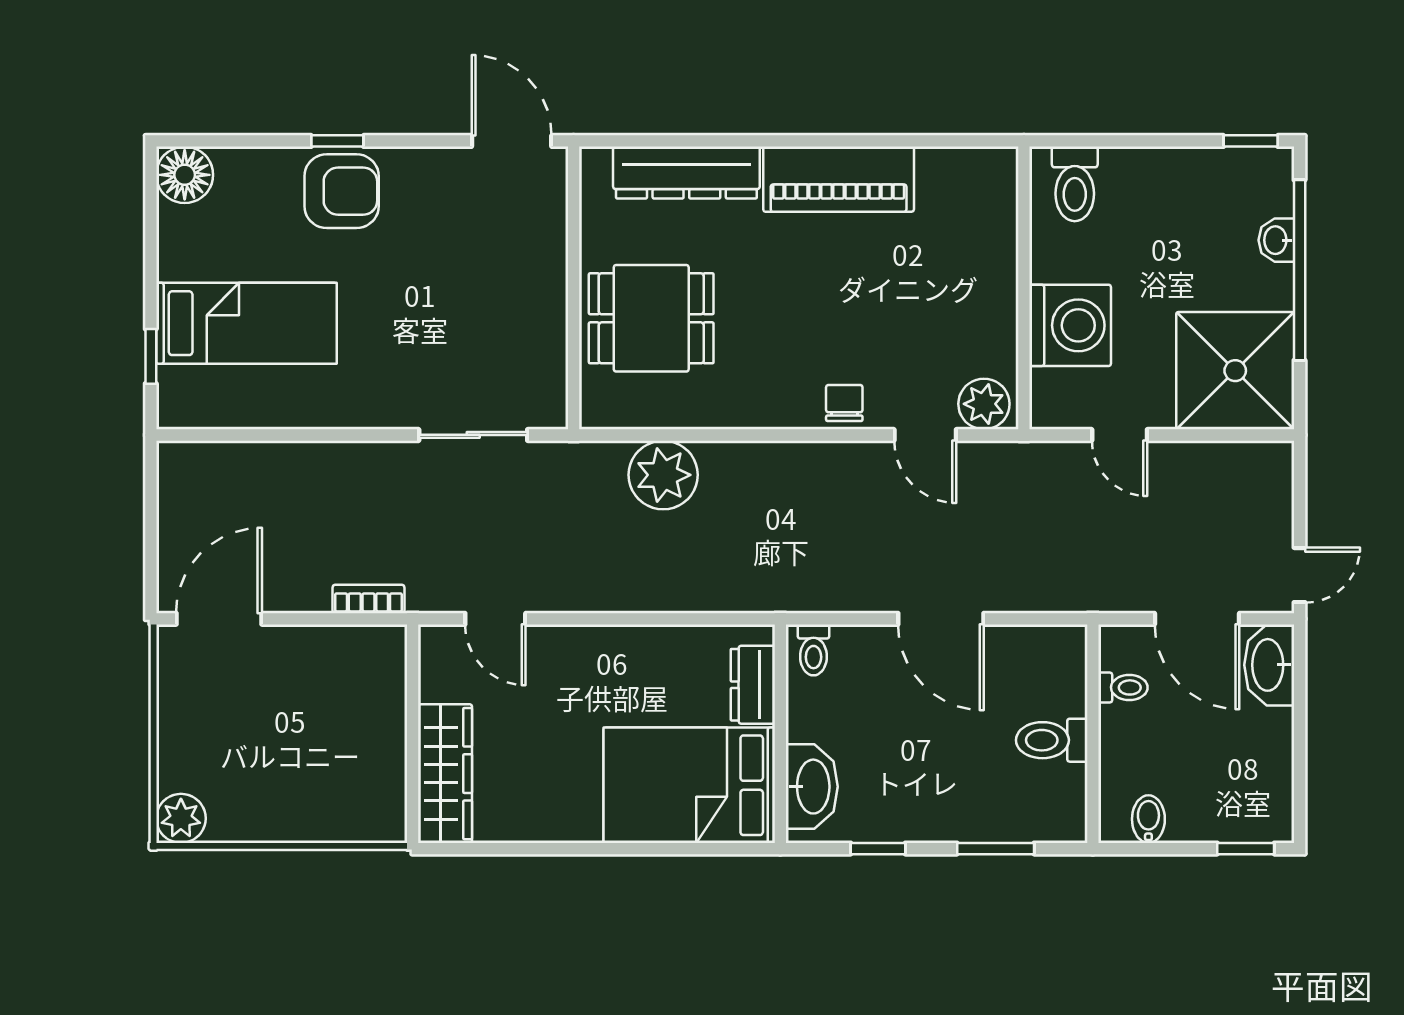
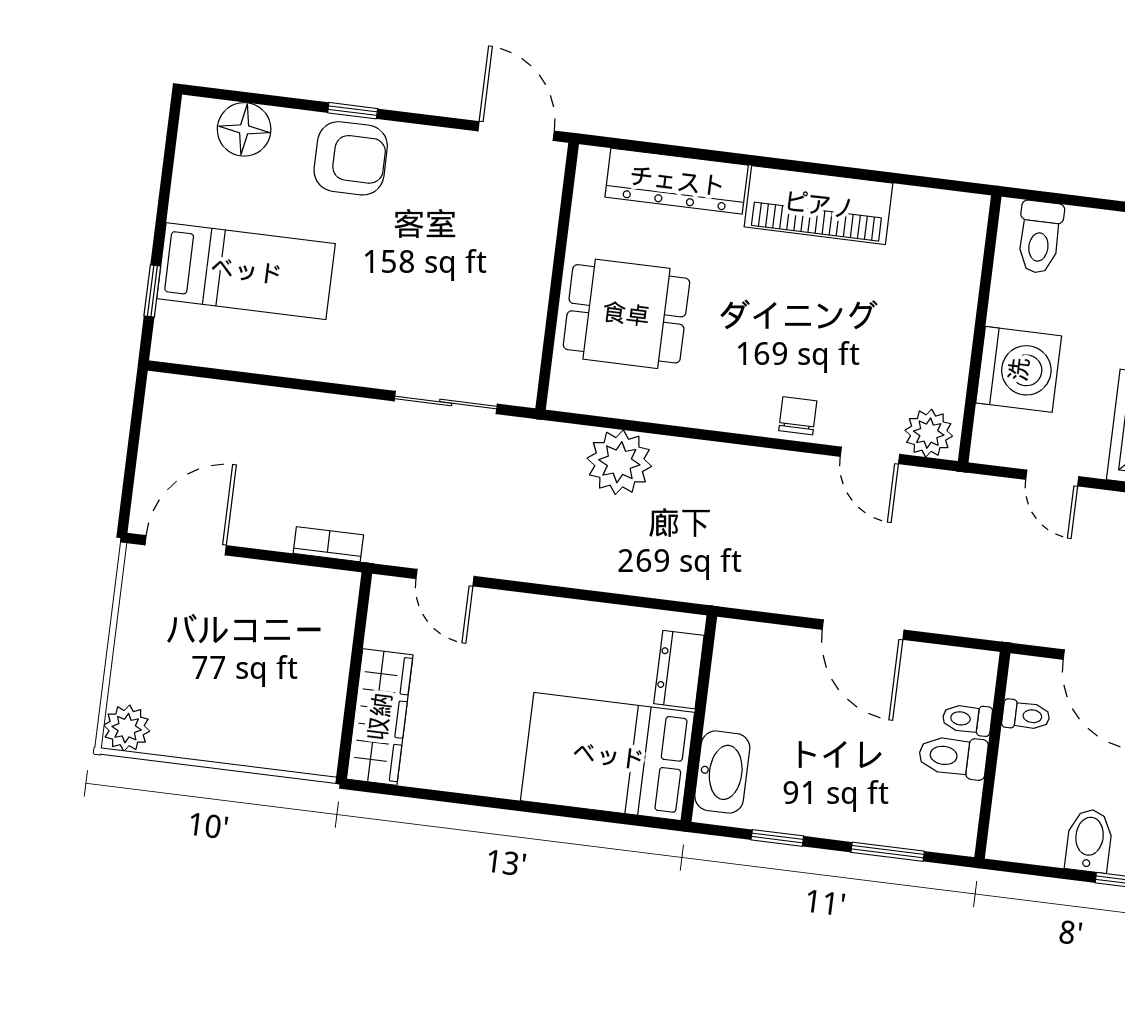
floor lamp: (185, 175) -> (244, 129), moved
toilet: (813, 650) -> (967, 719), moved, turned 90
bidet: (1148, 819) -> (1089, 841), moved, width x1.38, depth x1.36

